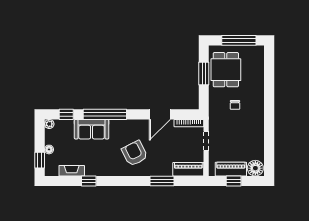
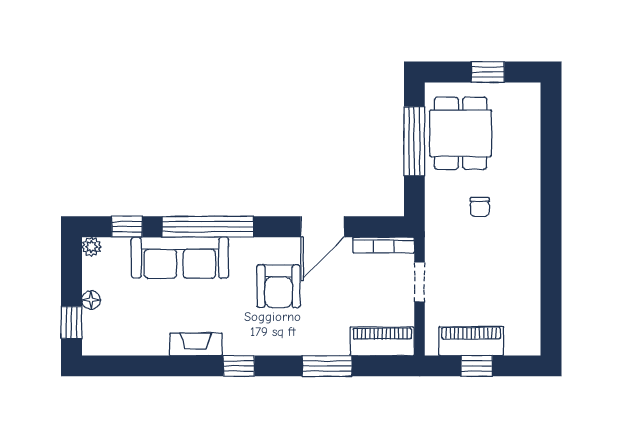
window: (239, 40) -> (488, 72), width x0.46
window: (204, 74) -> (414, 141), width x1.44
sofa: (92, 129) -> (180, 258), width x1.36
armchair: (135, 153) -> (278, 286), moved, turned -153
floor lamp: (255, 168) -> (522, 339), removed
fireplace: (72, 171) -> (196, 344), moved
window: (89, 181) -> (239, 366), moved

